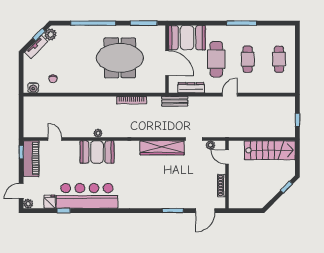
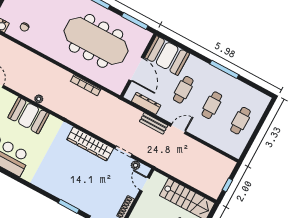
meeting table: (120, 58) -> (96, 41), width x1.36
cafe table: (216, 59) -> (183, 90), width x0.73, depth x0.74
bench: (175, 101) -> (154, 123), moved

